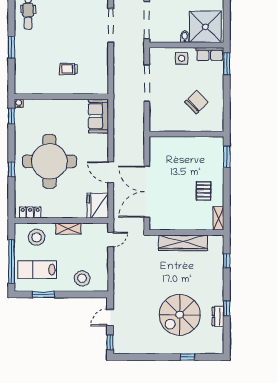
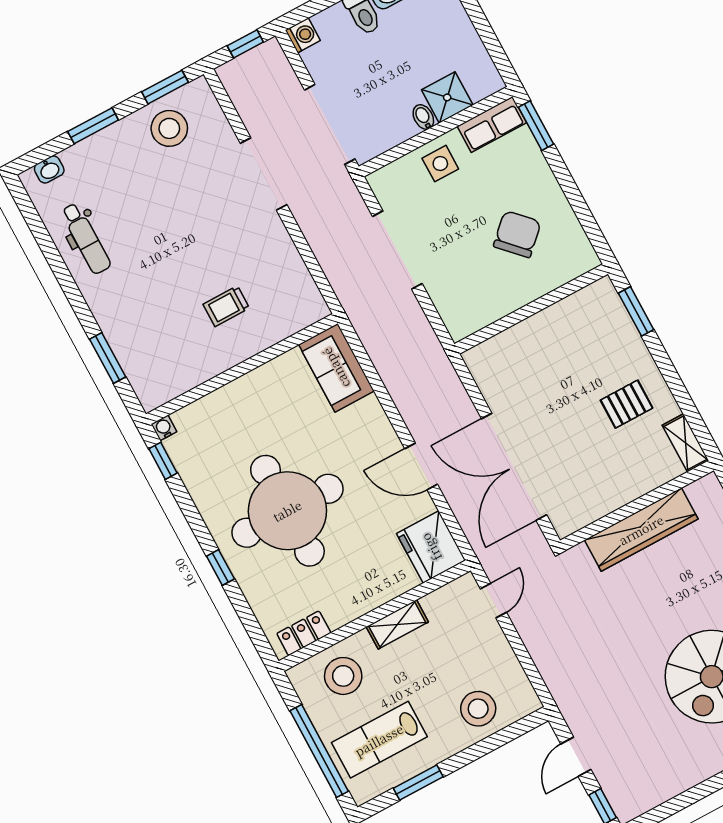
shower: (205, 27) -> (447, 97), width x0.54, depth x0.54
window: (11, 47) -> (108, 358), moved
pallet: (204, 191) -> (627, 404), turned 90

